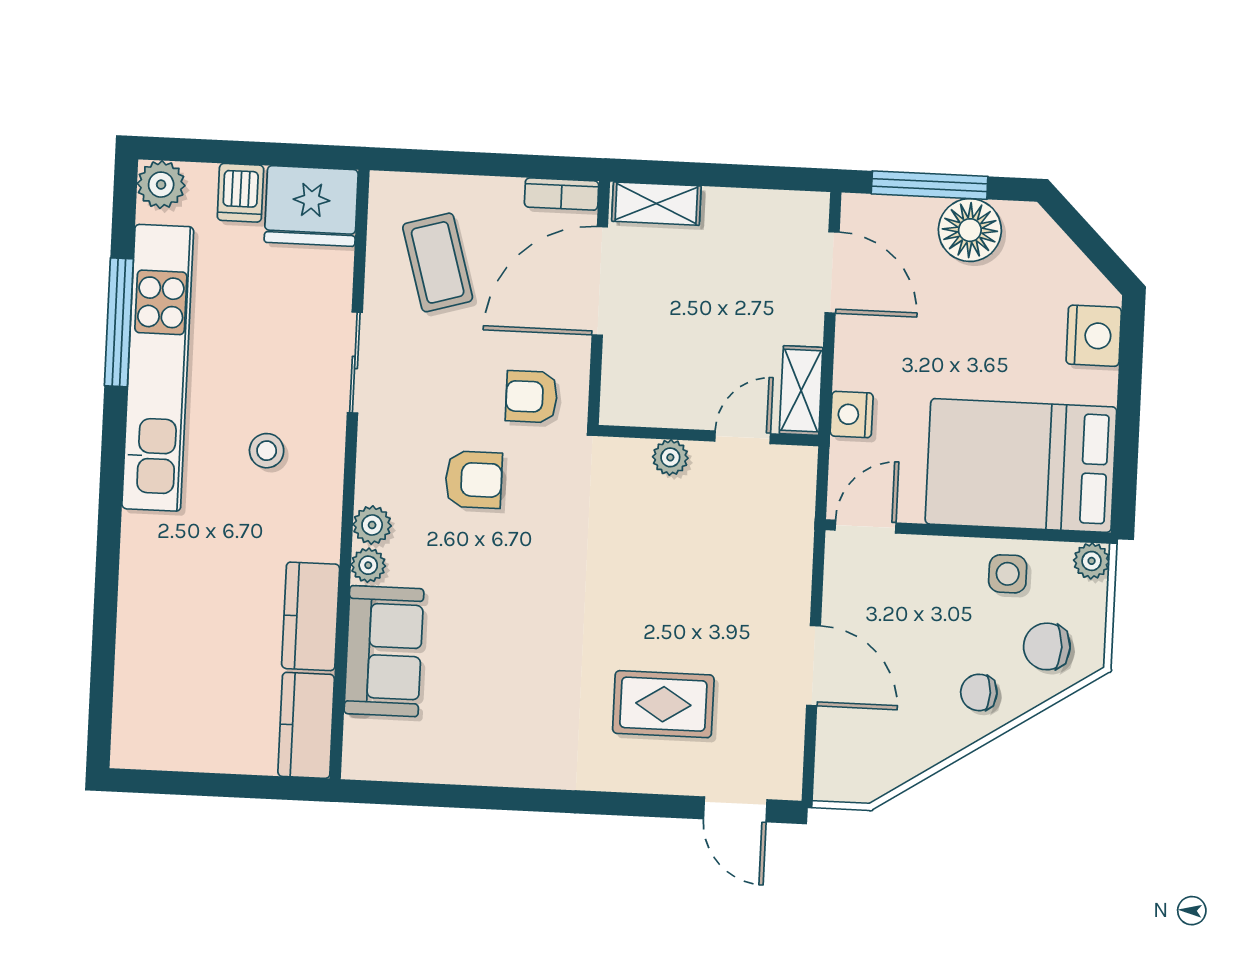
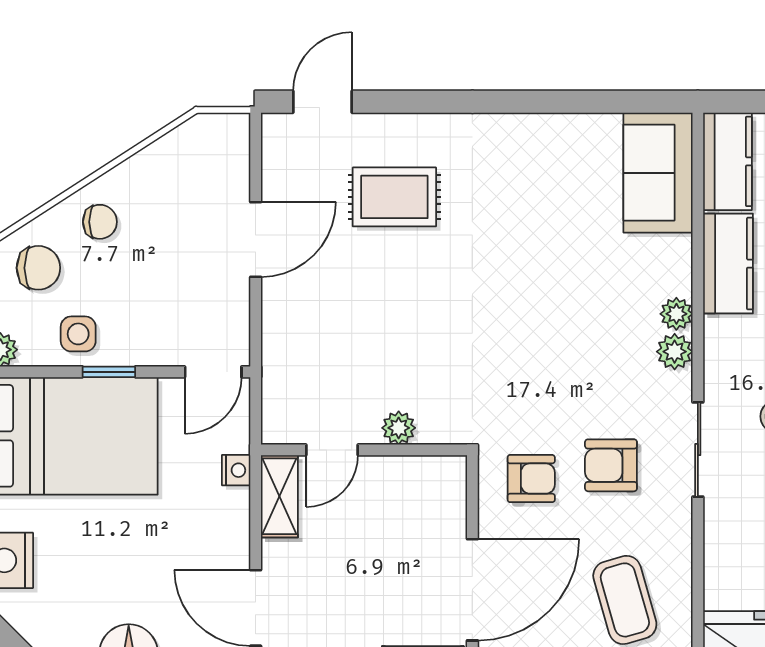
sliding door: (355, 363) -> (698, 449), moved
nightstand: (852, 414) -> (236, 470), width x0.72, depth x0.74
armchair: (474, 480) -> (611, 465), moved
window: (977, 532) -> (109, 372), added
sofa: (384, 651) -> (658, 173), moved
door: (814, 666) -> (256, 239), swing flipped
door: (735, 809) -> (322, 102), hinge flipped

